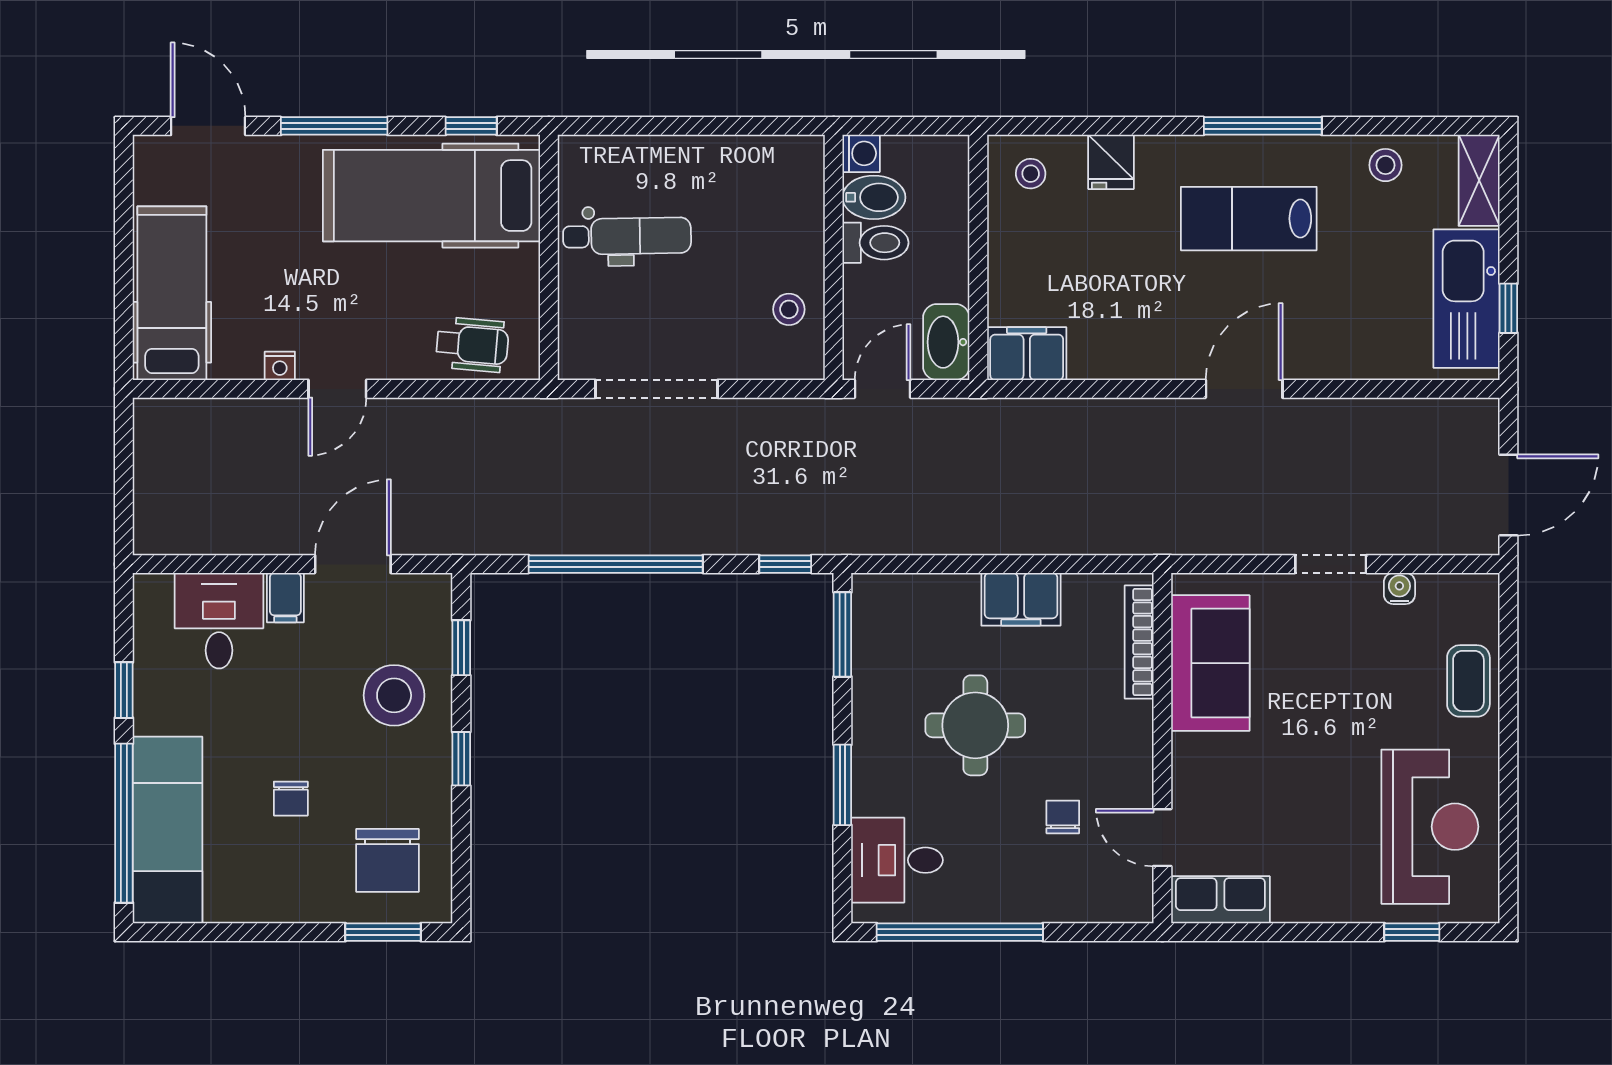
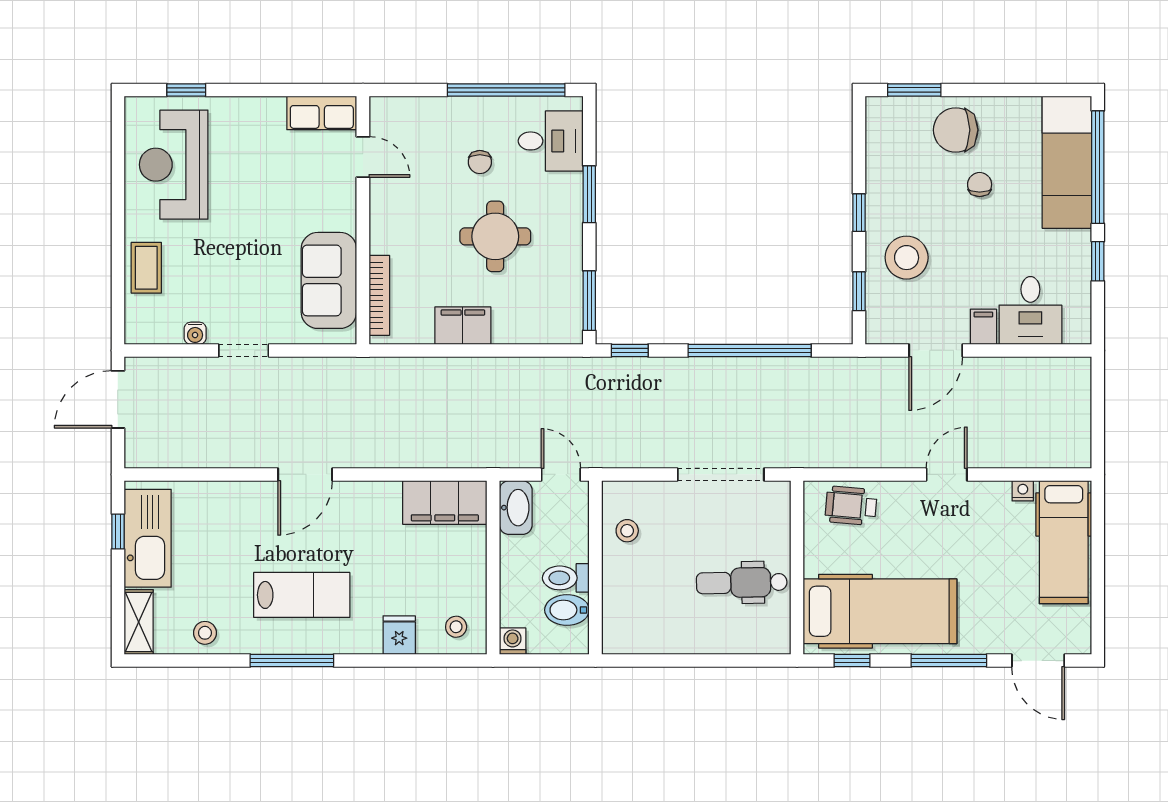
washing machine: (861, 153) -> (513, 641), moved, turned 90
filing cabinet: (1027, 354) -> (445, 503), width x1.50, depth x1.17
nightstand: (280, 366) -> (1023, 491), moved
door: (883, 389) -> (561, 474), swing flipped
chair: (1063, 817) -> (480, 162), moved
chair: (387, 860) -> (956, 130), moved, turned -90

